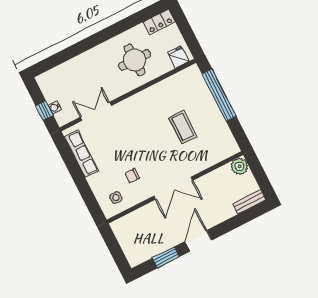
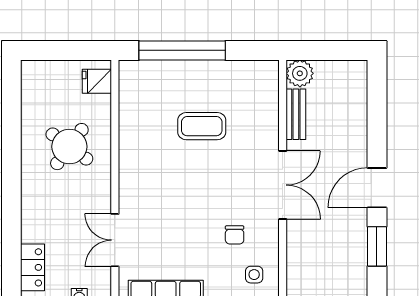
locker: (159, 22) -> (33, 267), moved
round table: (135, 60) -> (69, 147), turned 36
bench: (249, 202) -> (296, 114), moved
door: (198, 241) -> (377, 188), hinge flipped

